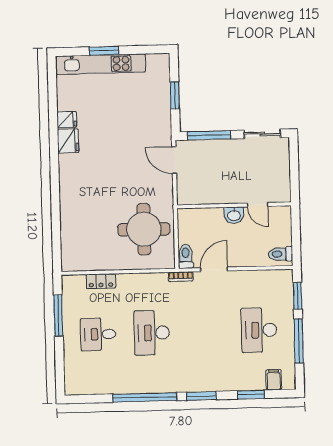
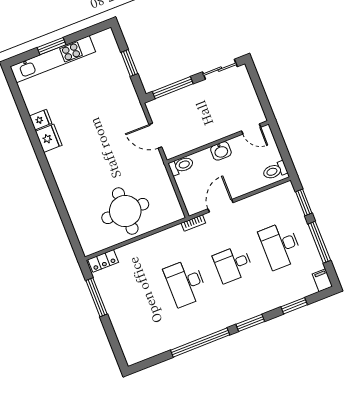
door: (174, 160) -> (155, 136), moved
door: (258, 205) -> (251, 129), moved
round table: (144, 229) -> (125, 211), moved
toilet: (186, 256) -> (181, 166), moved, turned 90
locker: (101, 281) -> (103, 261), moved
desk: (98, 334) -> (233, 264), moved
filing cabinet: (274, 380) -> (322, 280), moved

